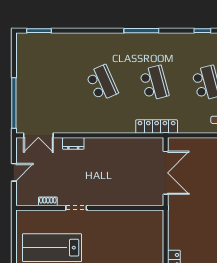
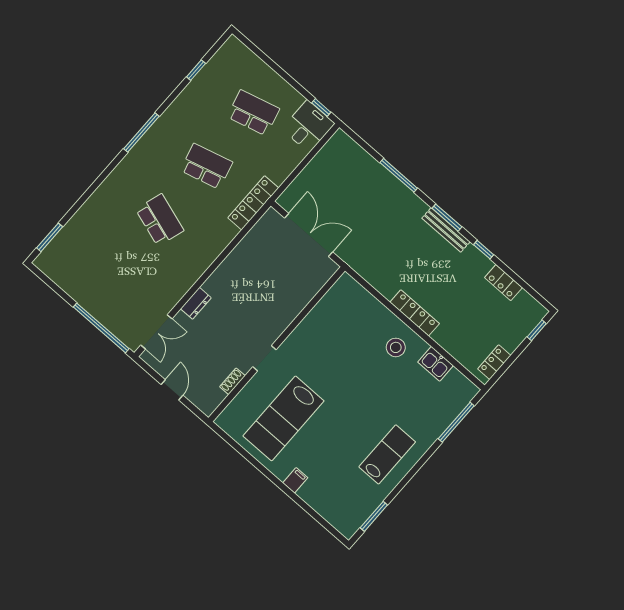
school desk: (102, 83) -> (160, 220), turned 42

